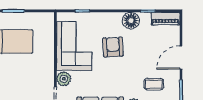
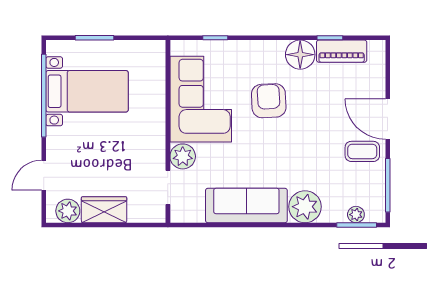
piano: (165, 19) -> (342, 51), moved
door: (181, 57) -> (388, 119), hinge flipped
coffee table: (154, 84) -> (362, 151), moved

